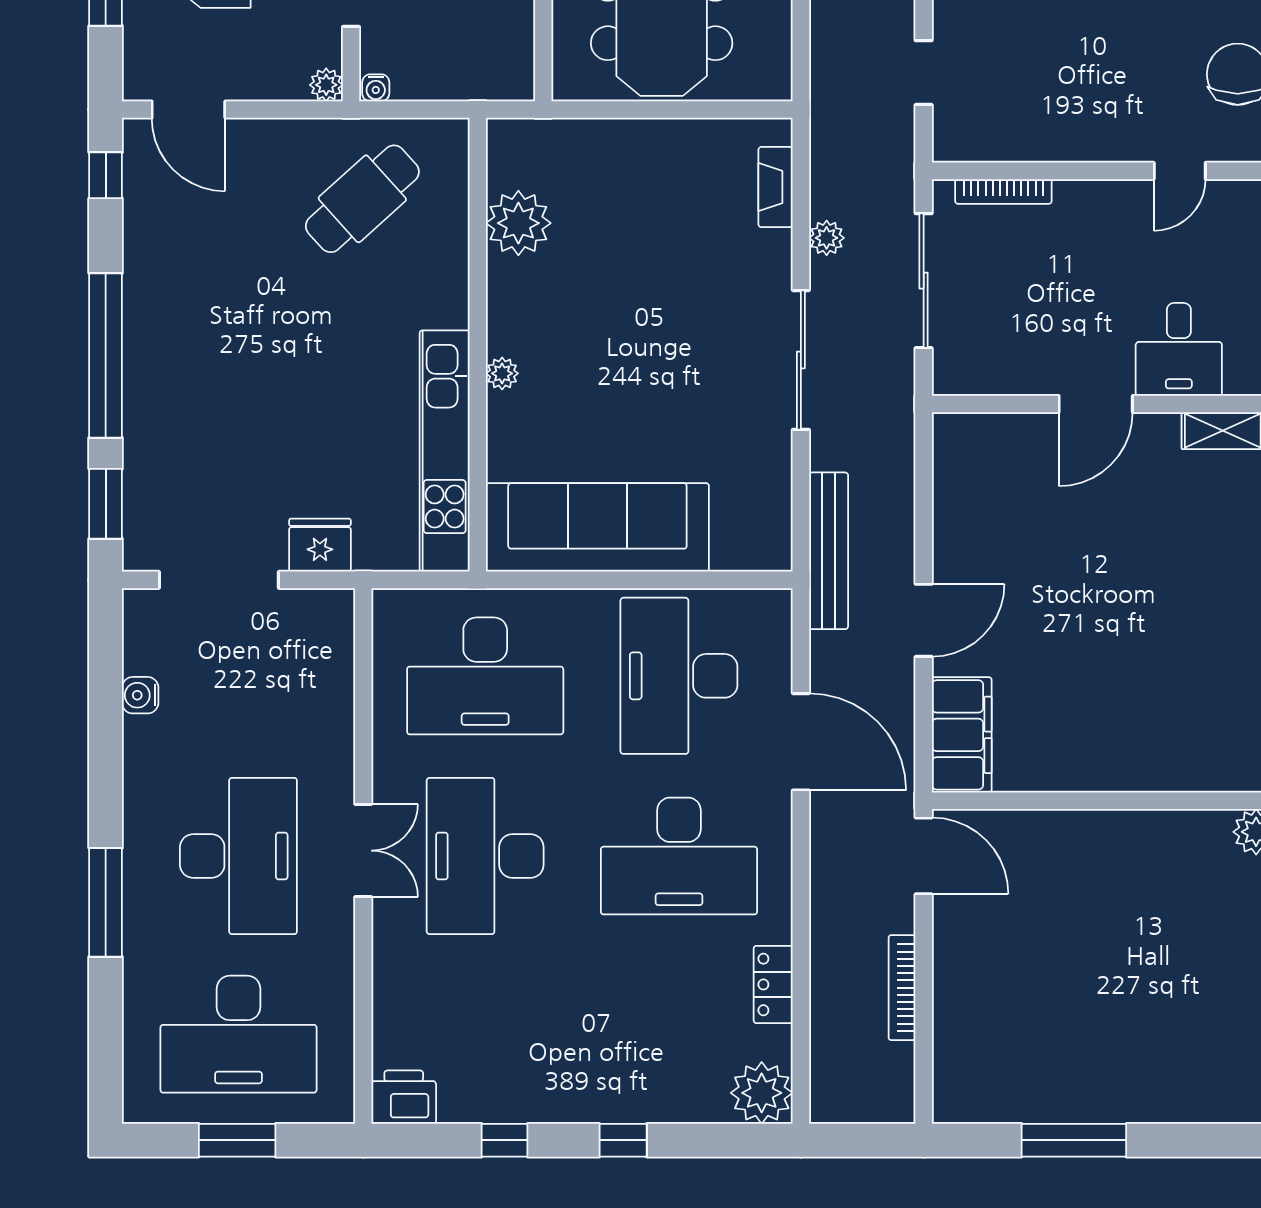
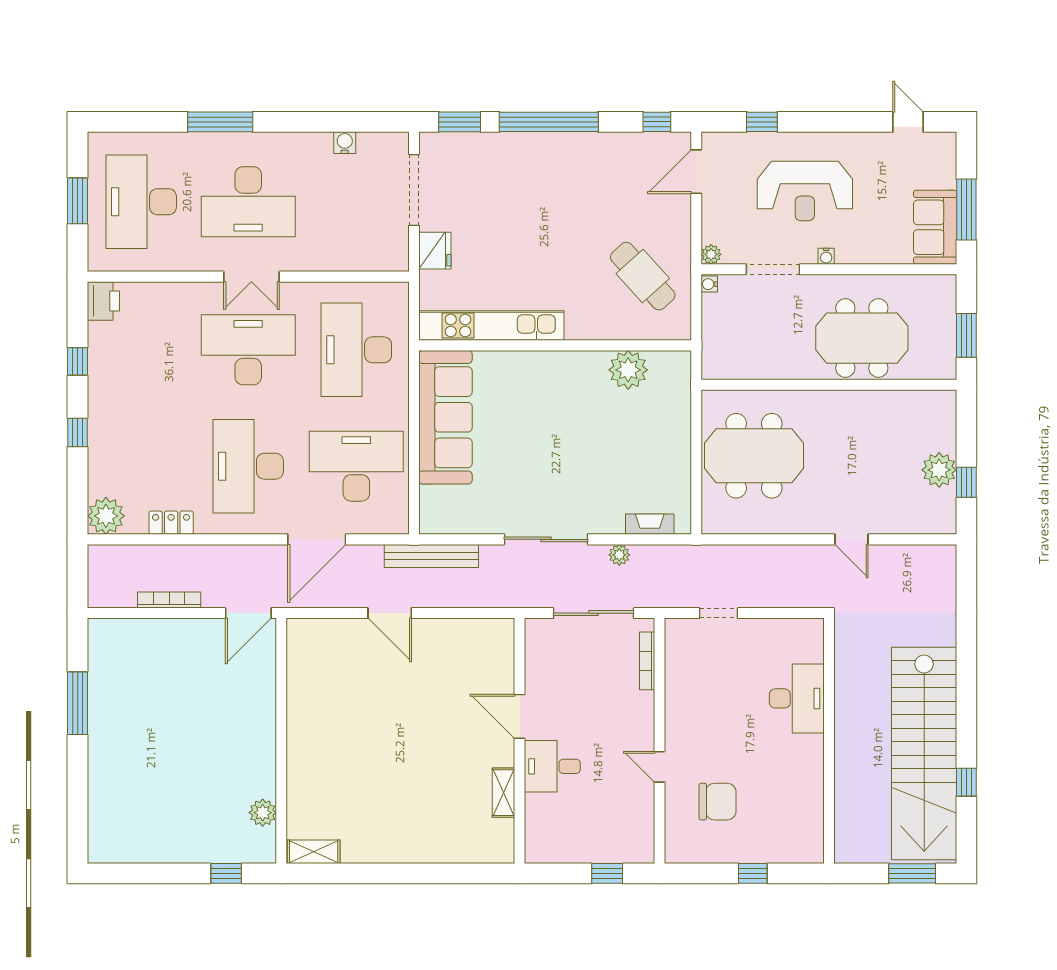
plant: (502, 373) -> (538, 360), removed
filing cabinet: (962, 735) -> (321, 636), removed

